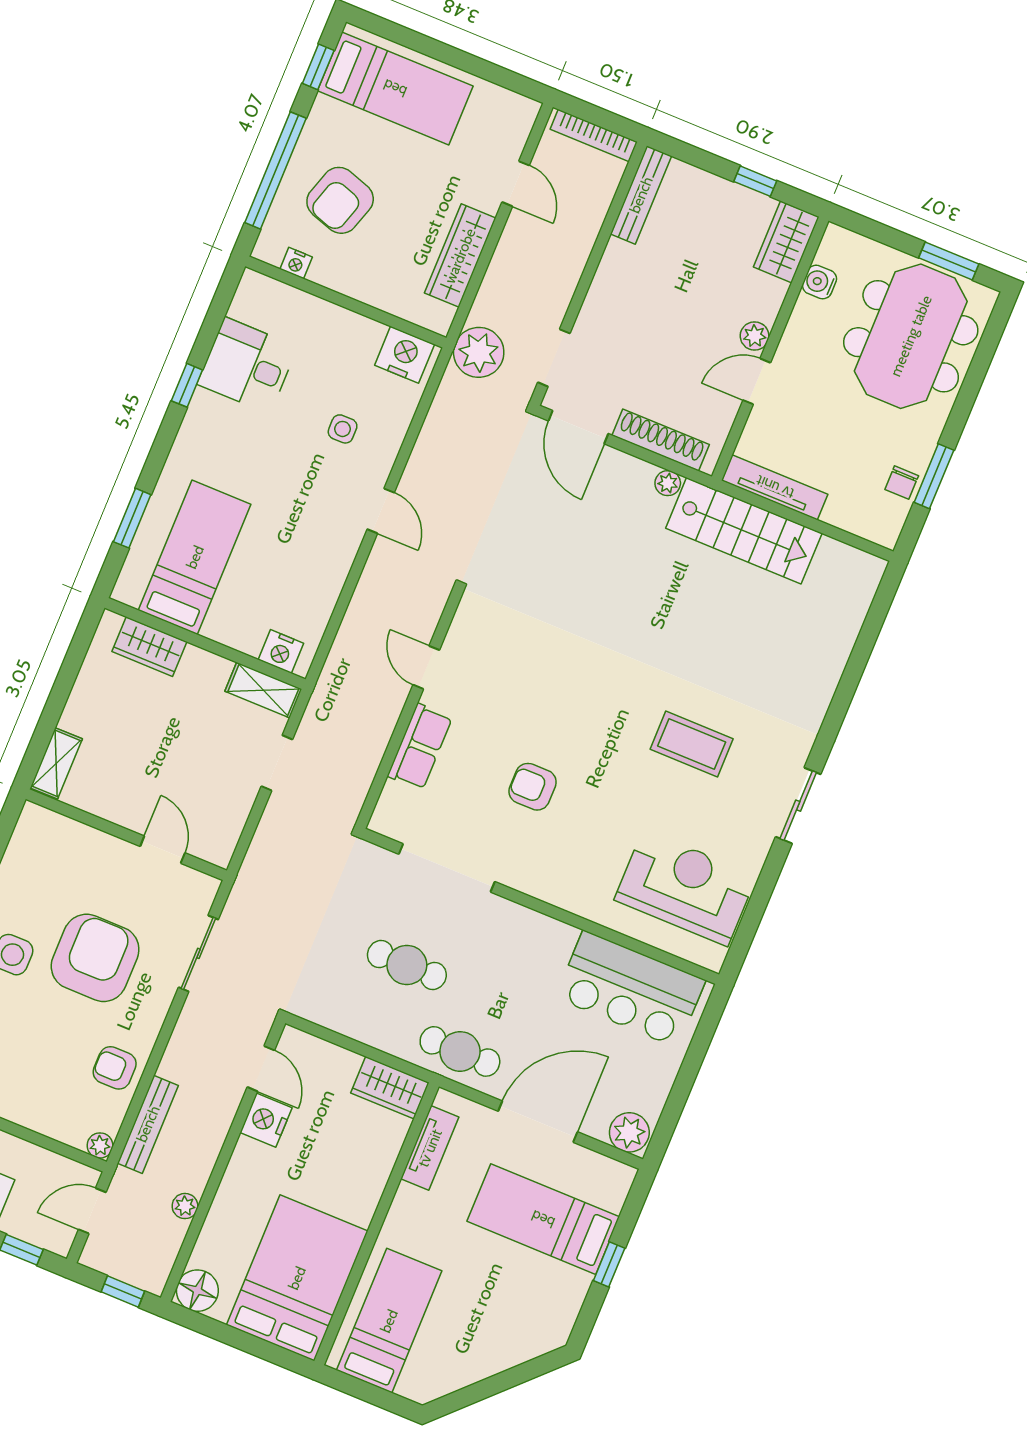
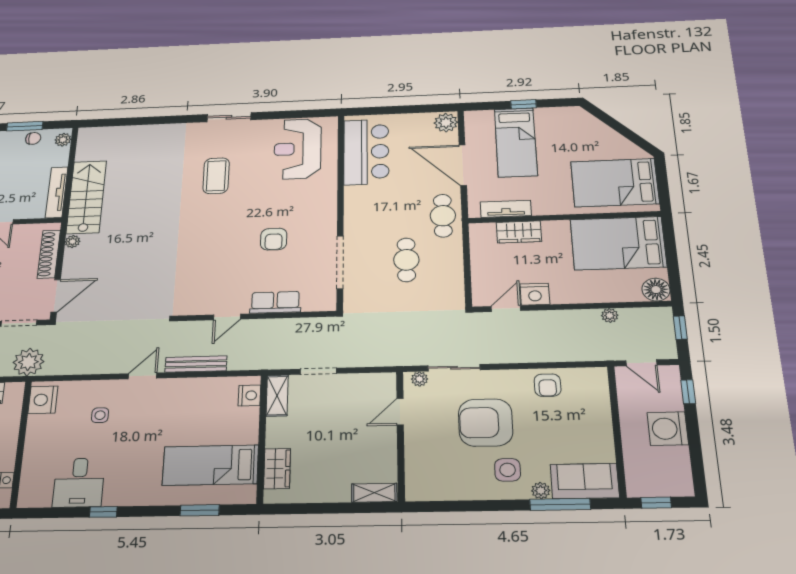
plant: (877, 529) -> (63, 140), added
wardrobe: (390, 1088) -> (519, 232), moved, turned 90
bench: (148, 1124) -> (196, 364), moved
plant: (100, 1145) -> (420, 379), moved
bed: (389, 1321) -> (615, 183), width x1.50

